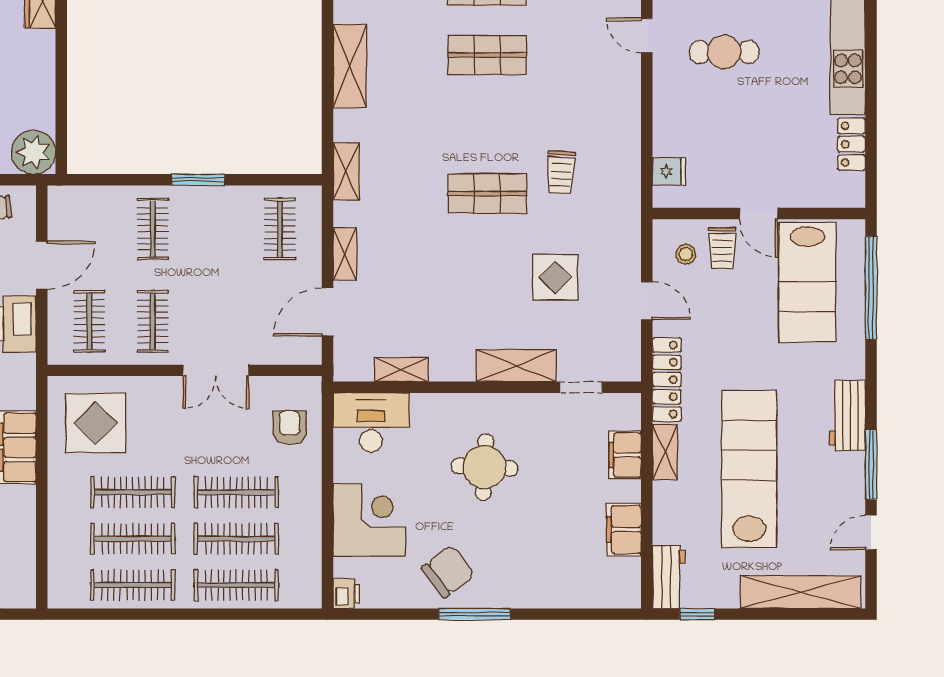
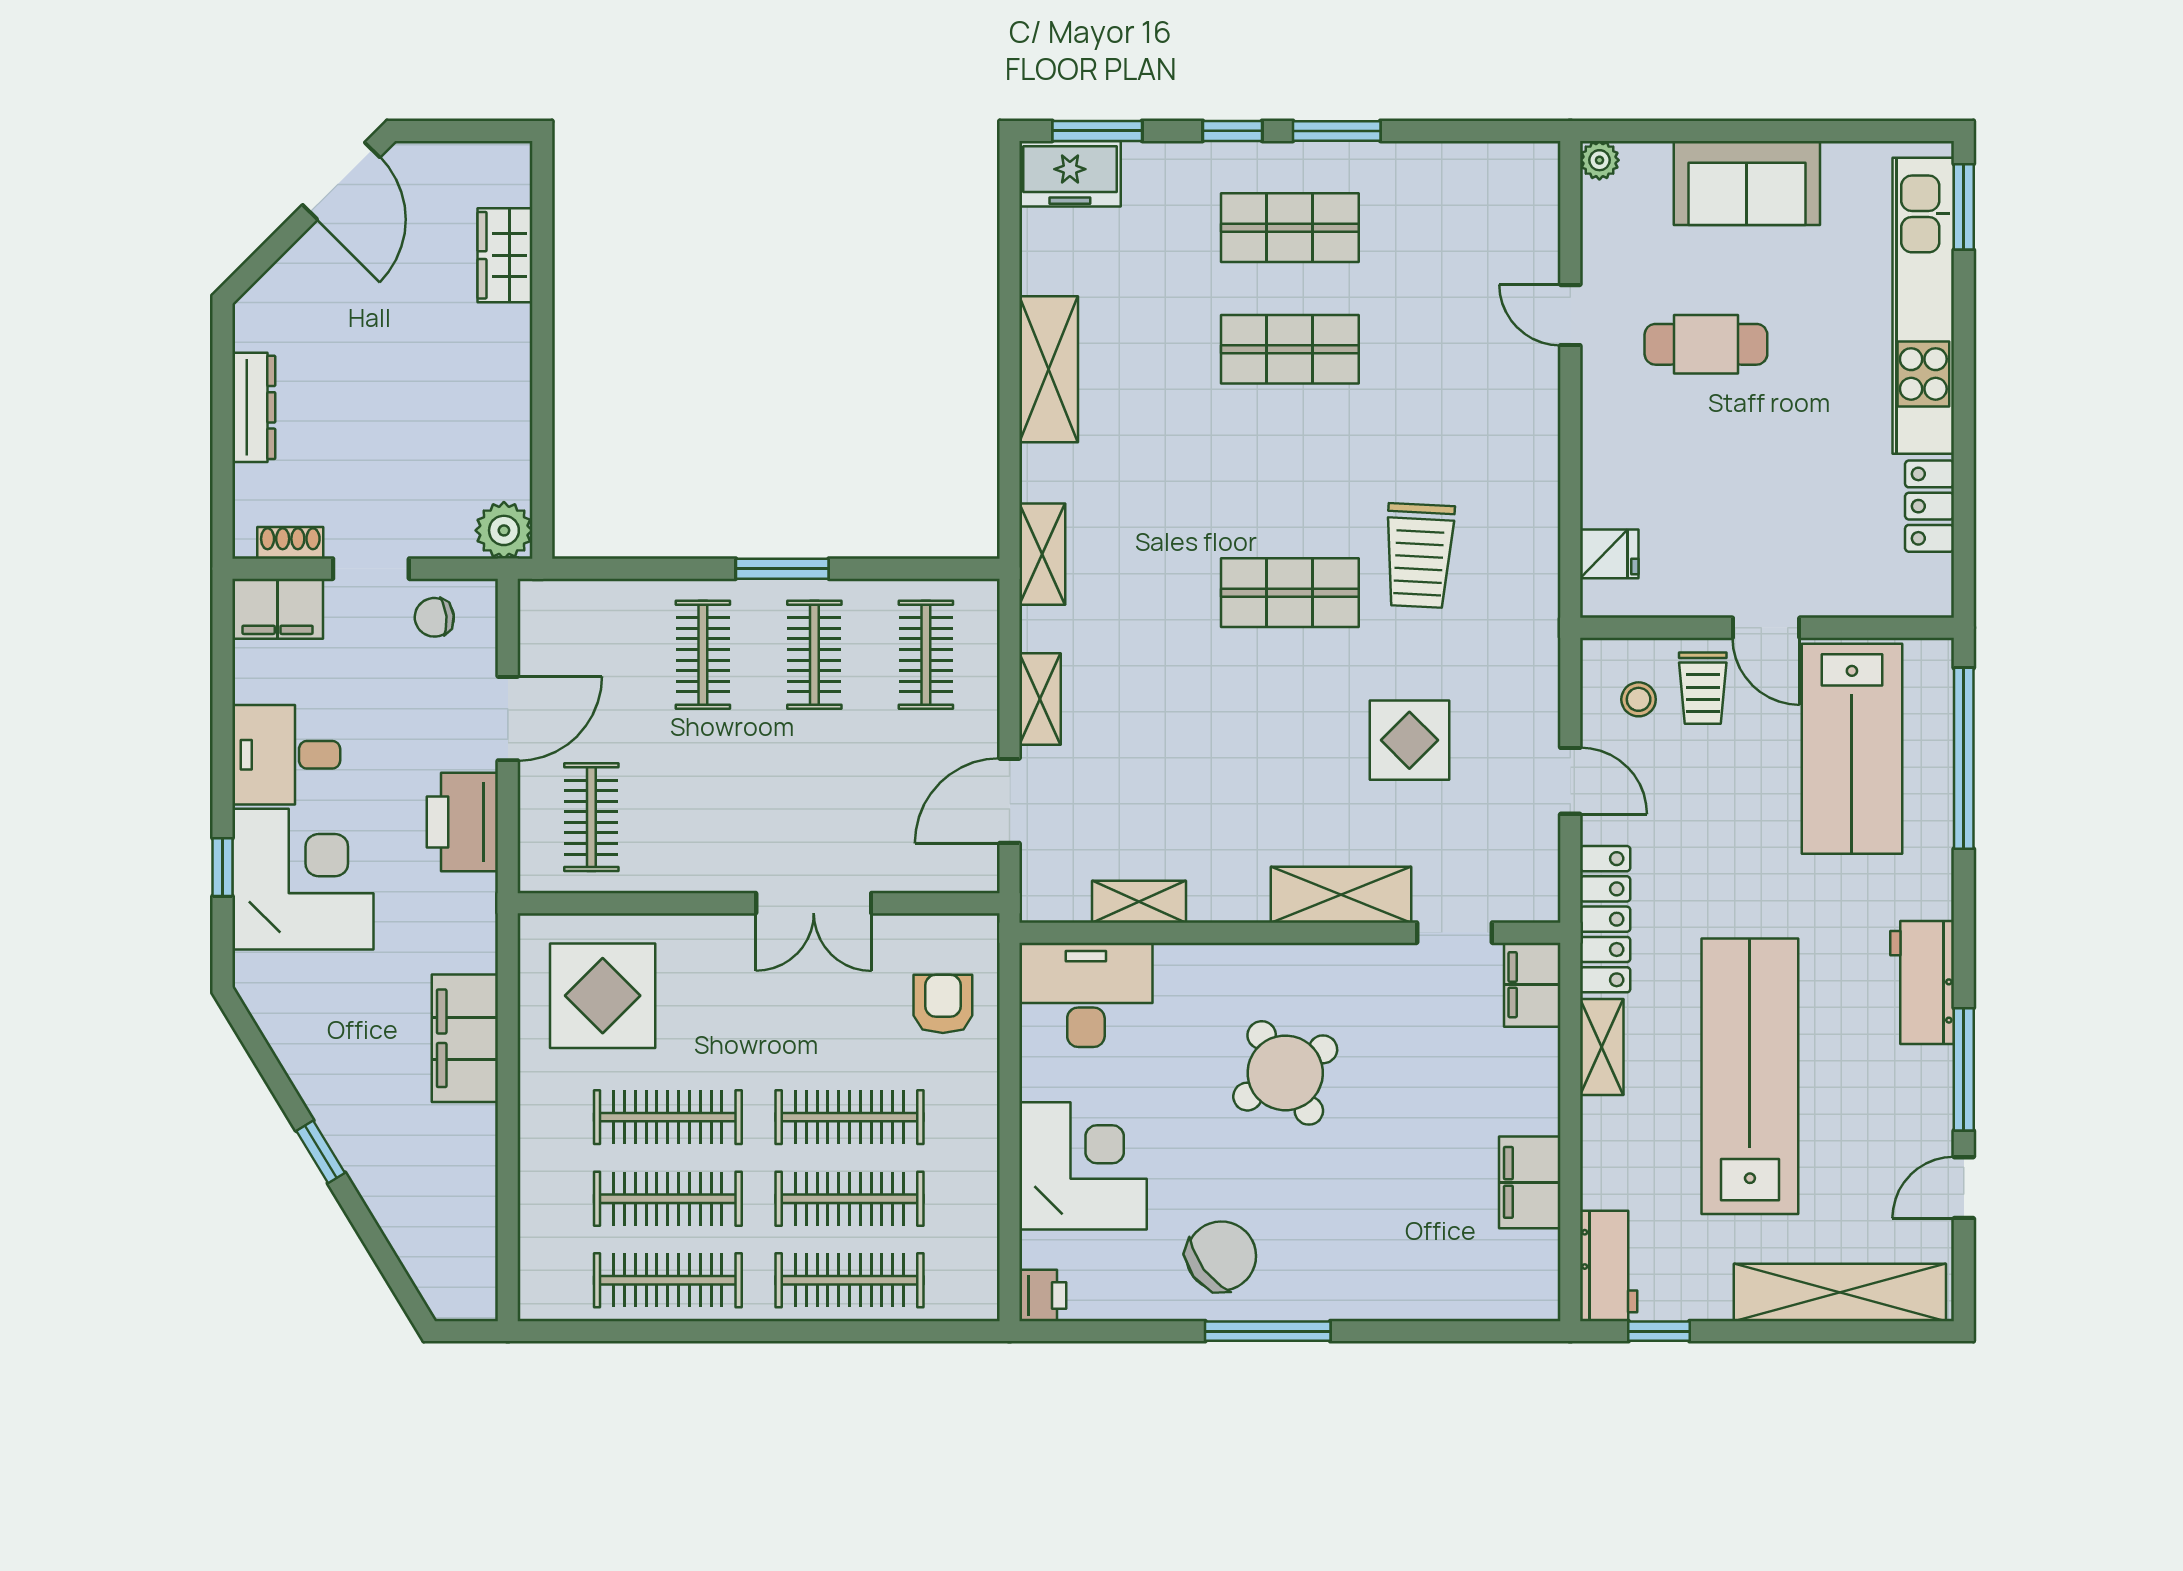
plant: (34, 152) -> (504, 530), width x0.73, depth x0.73
trolley: (561, 172) -> (1419, 556), width x1.36, depth x1.39
clothes rail: (153, 321) -> (814, 655), moved
filing cabinet: (625, 455) -> (1532, 985), moved
round table: (484, 467) -> (1285, 1073), turned -35

